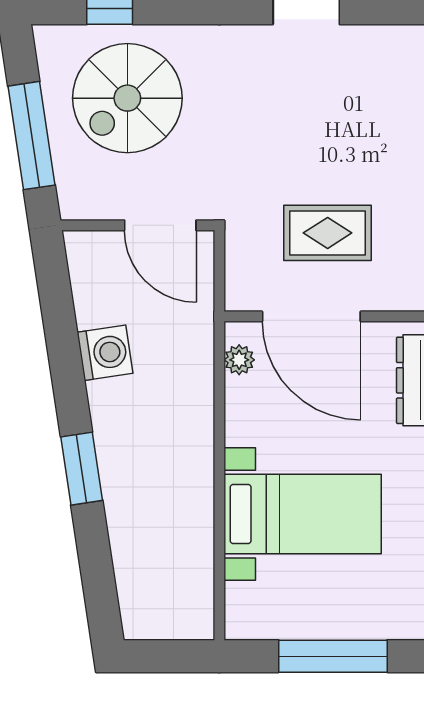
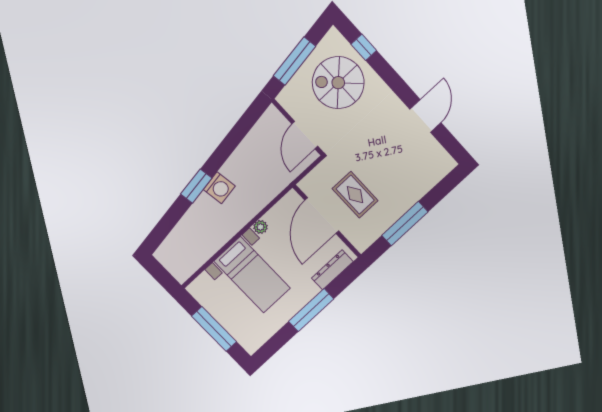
washing machine: (105, 353) -> (219, 188), moved
plant: (239, 360) -> (260, 227), moved

